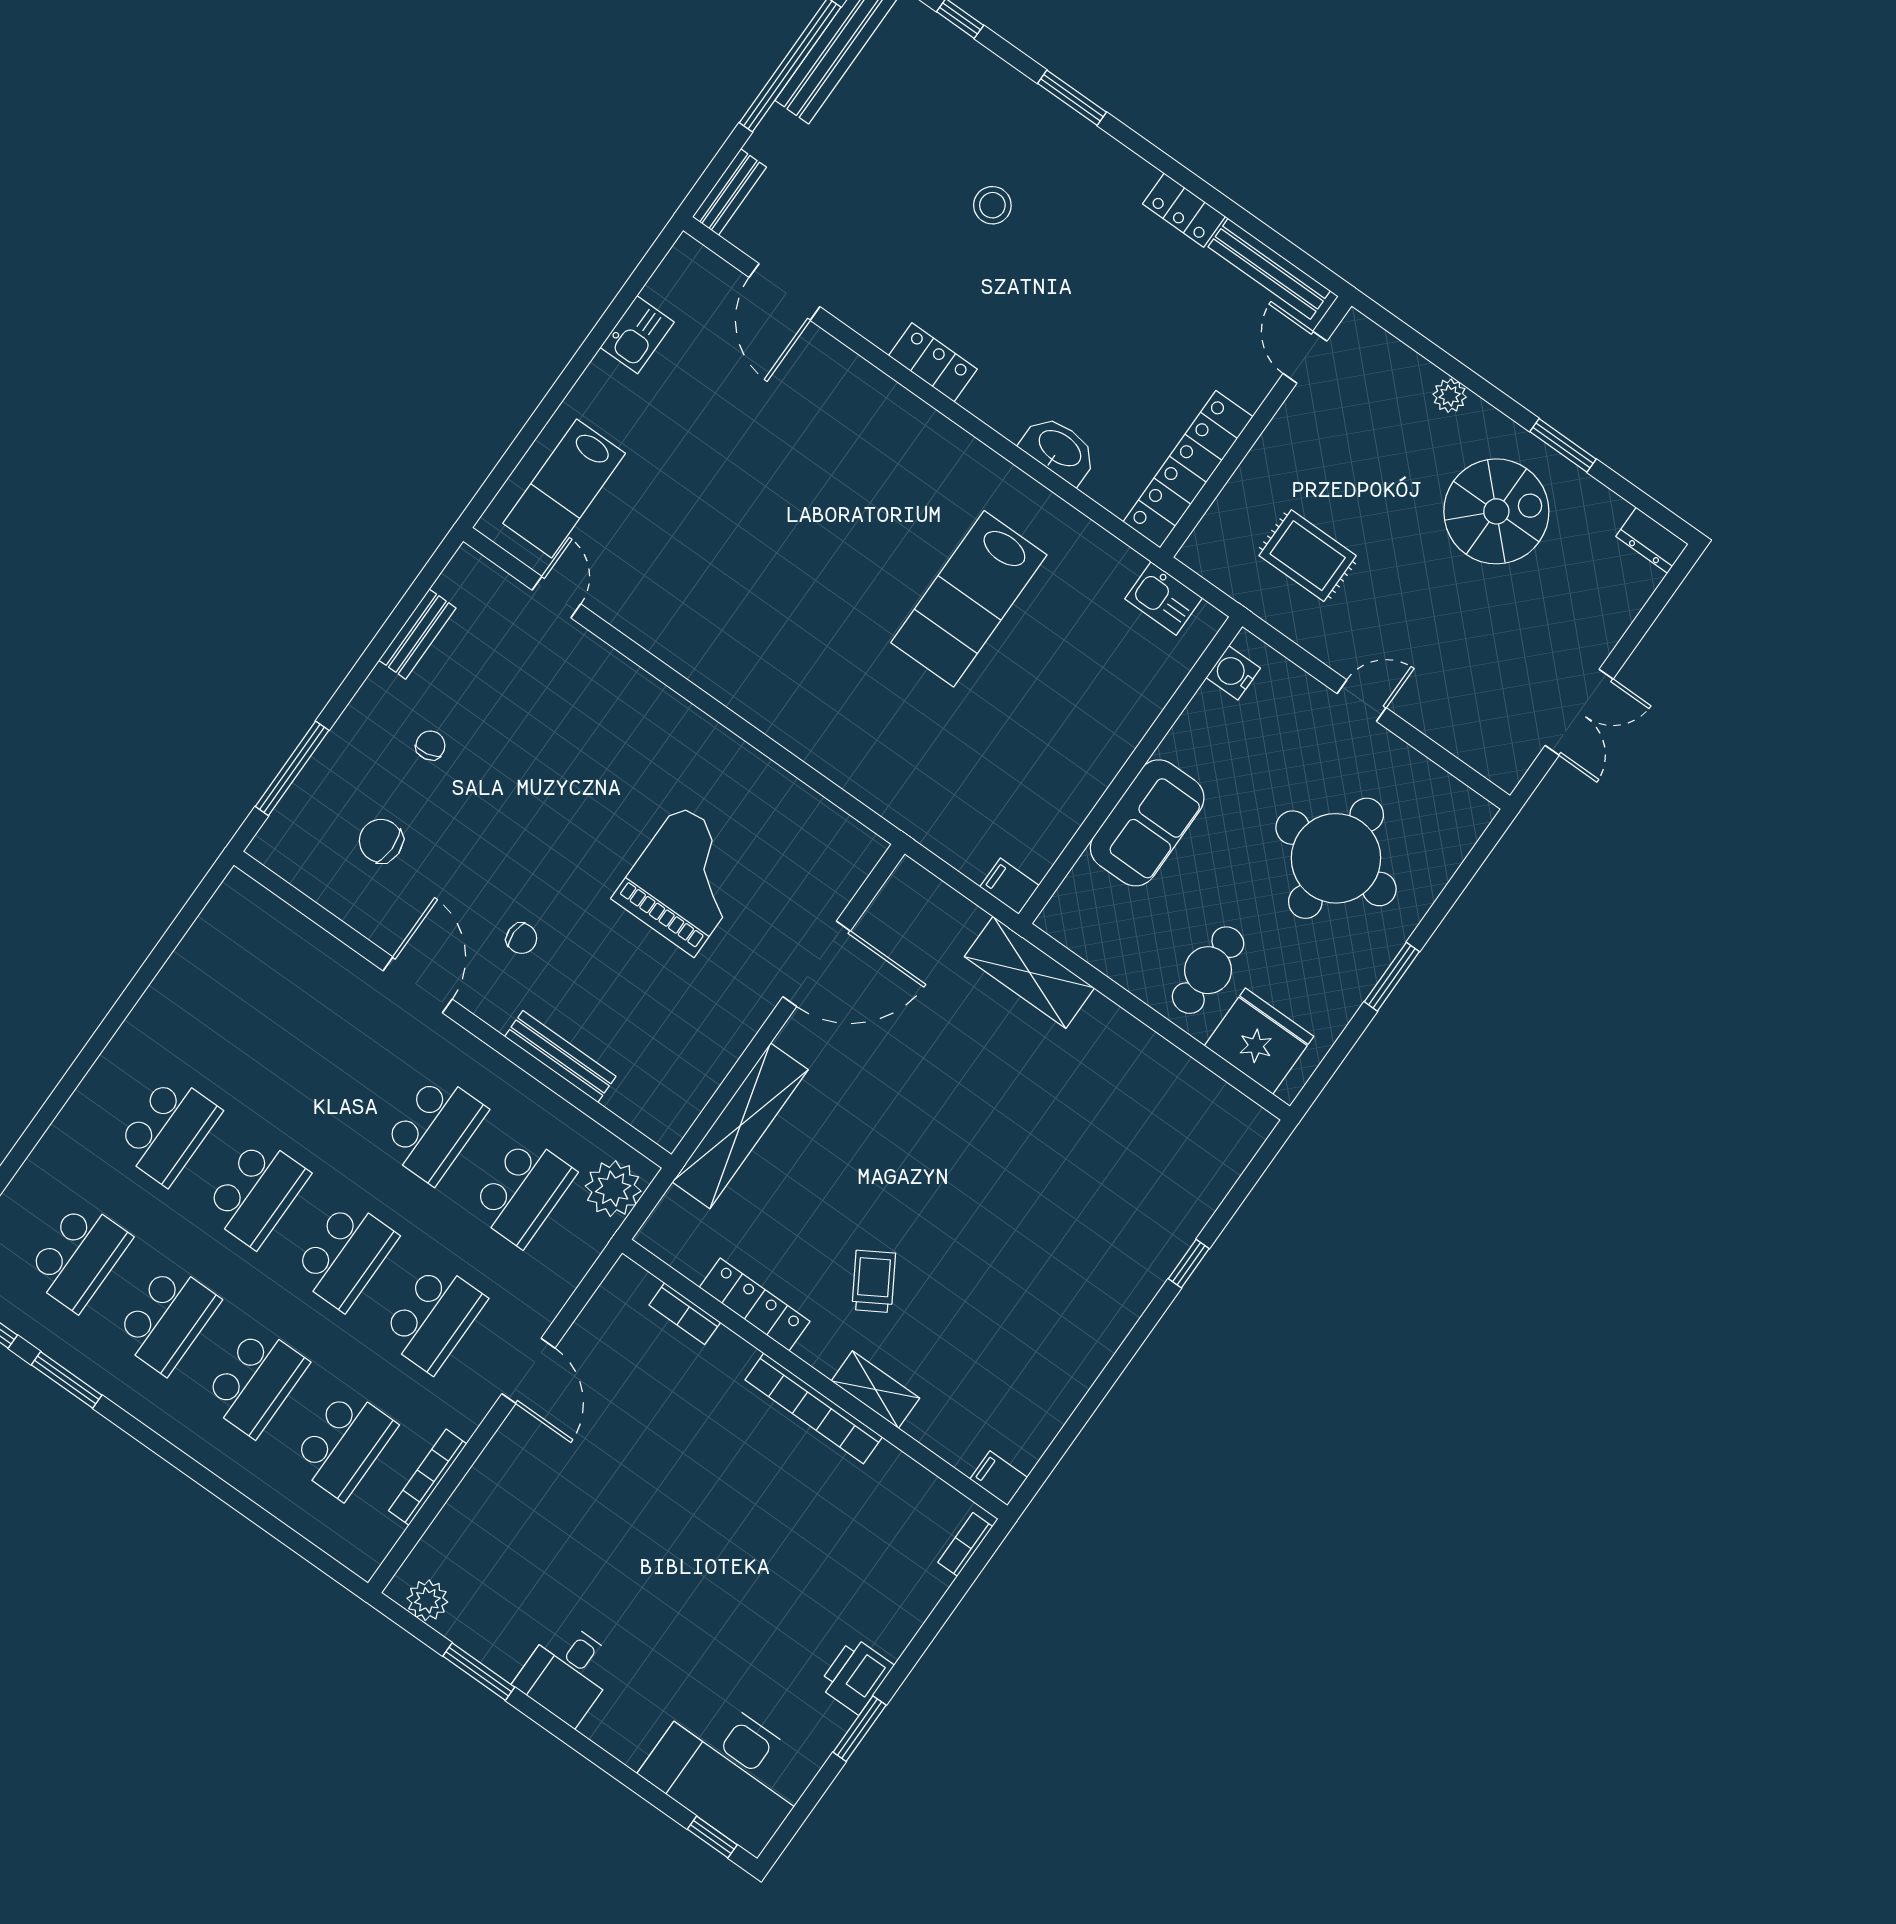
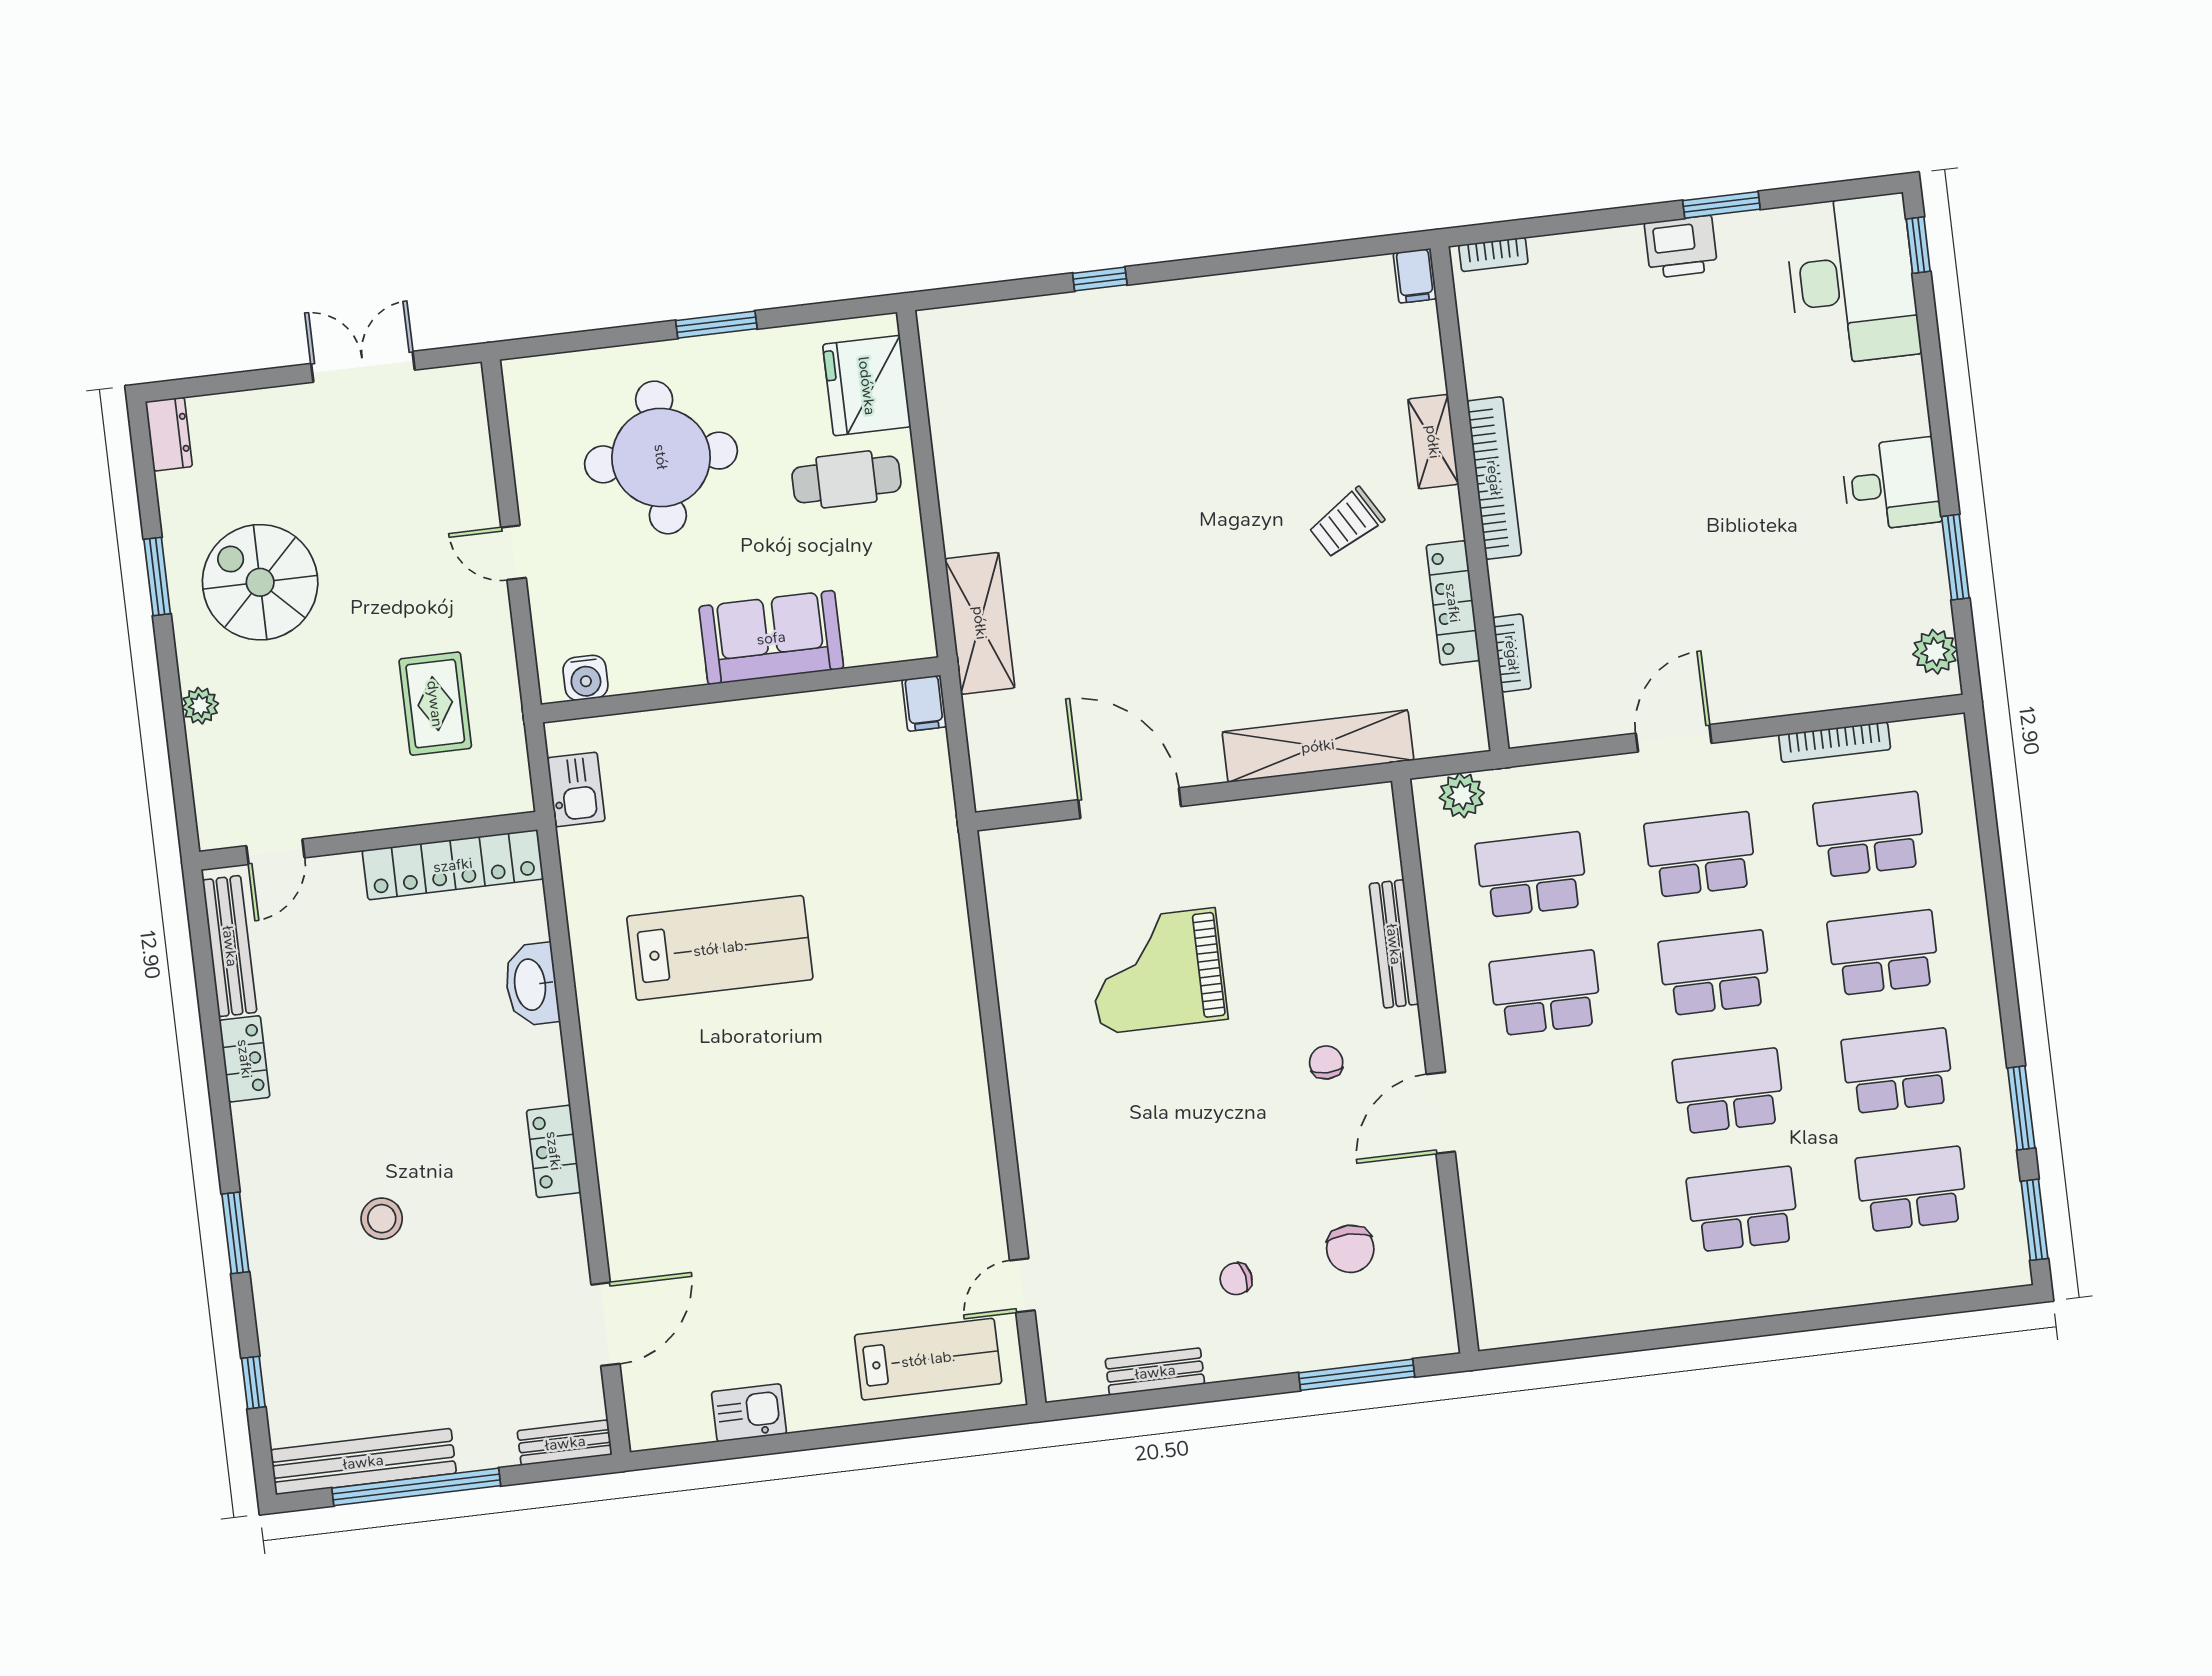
plant: (613, 1189) -> (1462, 795), width x0.73, depth x0.73

